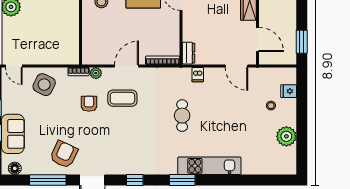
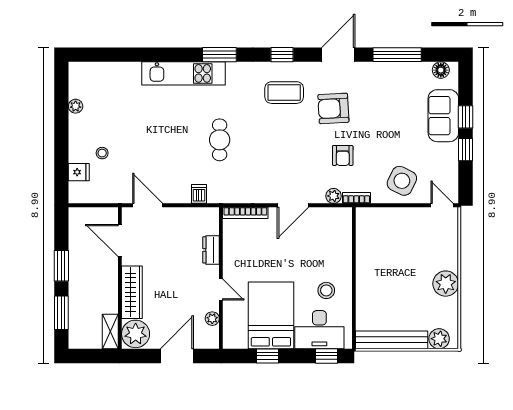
window: (302, 42) -> (61, 266), moved
dresser: (189, 53) -> (211, 250), moved
coffee table: (122, 98) -> (284, 93), moved
plant: (286, 136) -> (76, 106), width x0.53, depth x0.53
armchair: (64, 154) -> (333, 108), moved, turned 62

